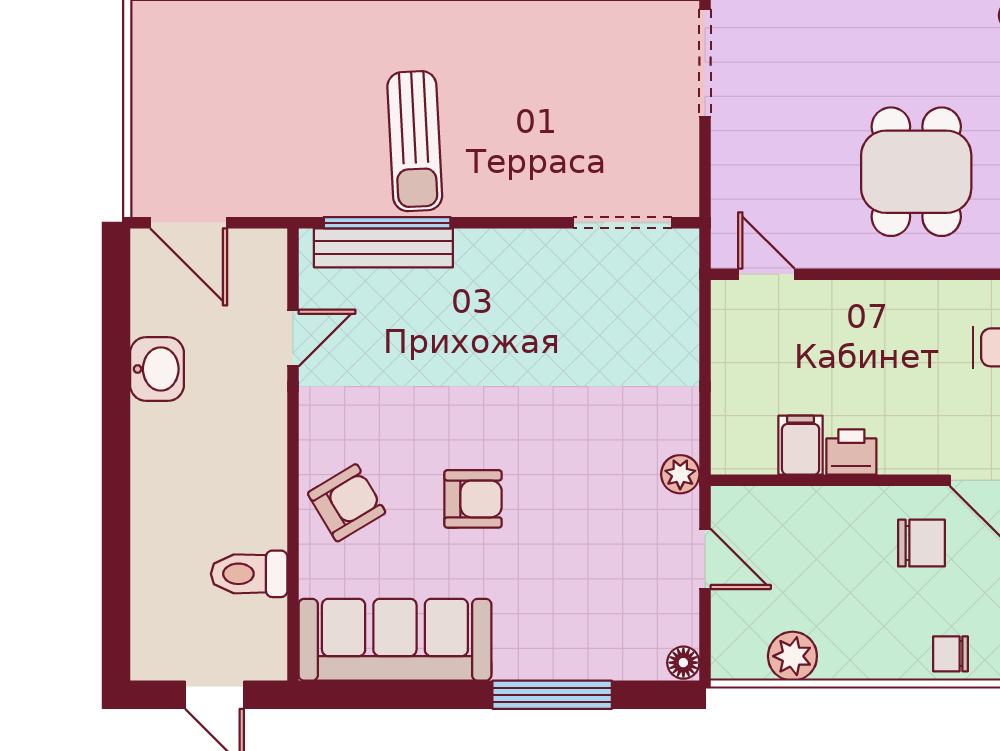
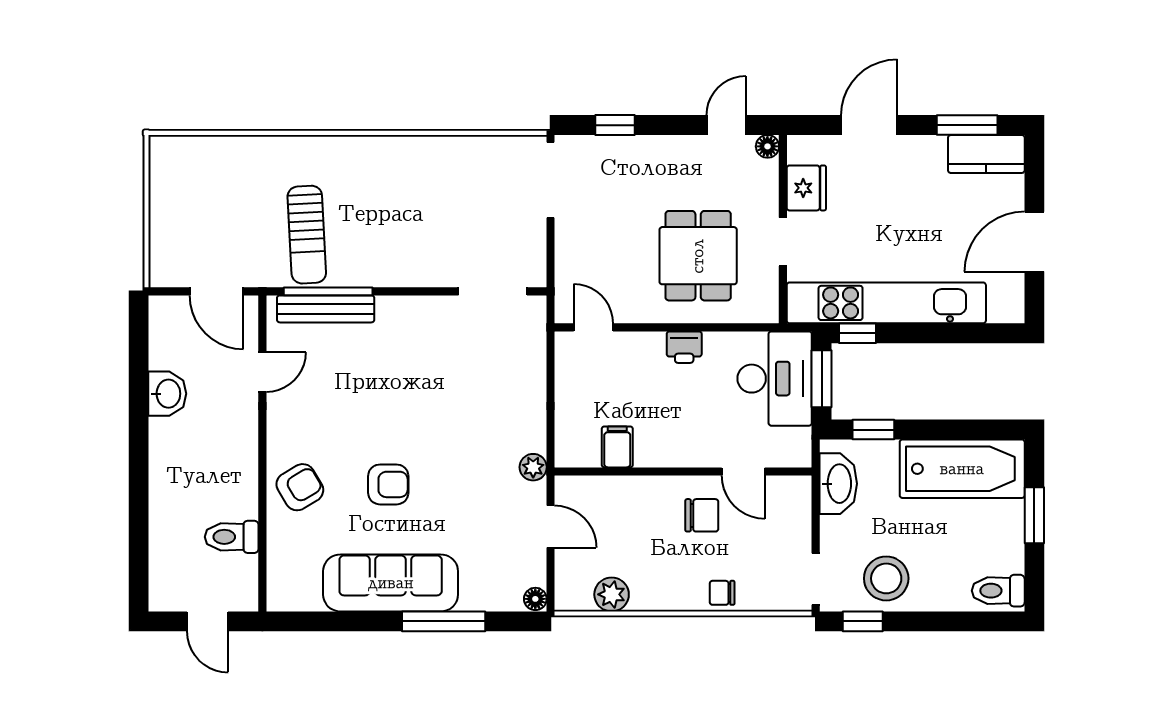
sun lounger: (415, 141) -> (307, 235), moved
door: (189, 223) -> (217, 291), moved
printer: (851, 452) -> (684, 347), moved, turned 180
sofa: (395, 640) -> (391, 583), moved

